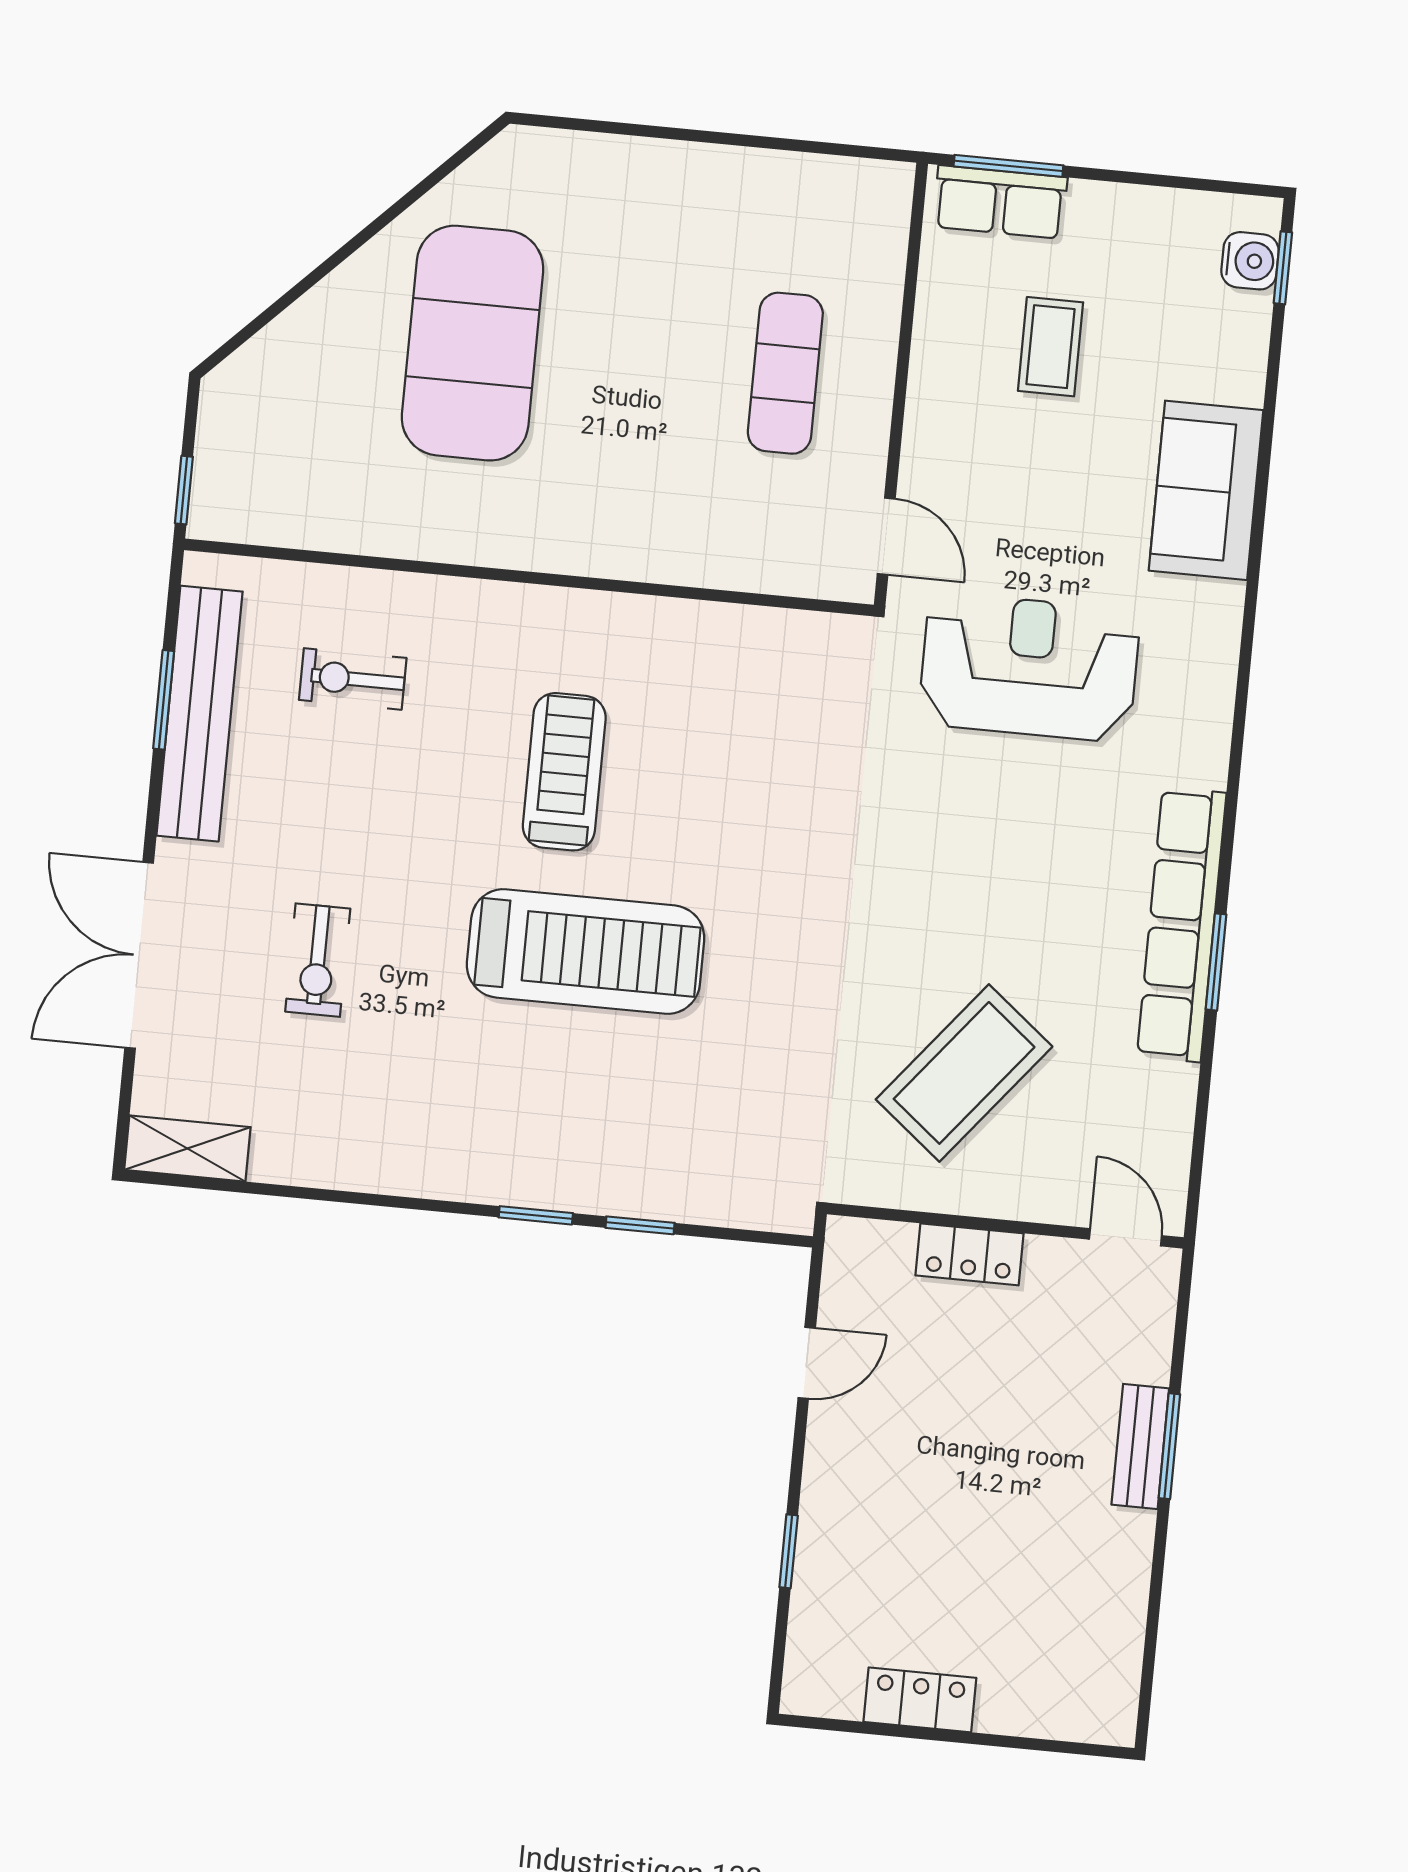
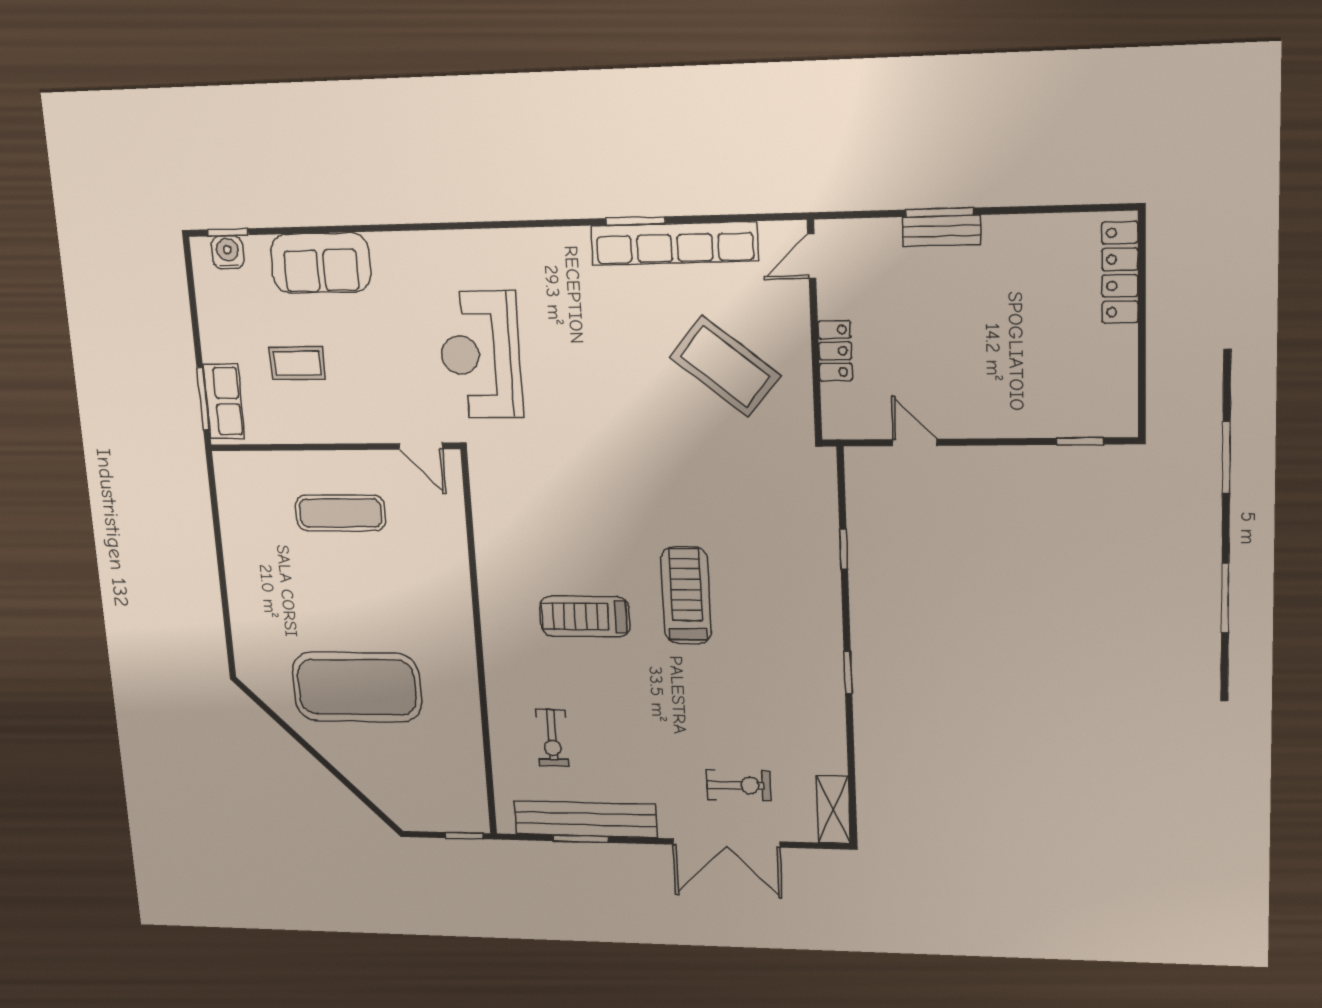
sofa: (1206, 490) -> (321, 263), moved
door: (886, 536) -> (421, 446), swing flipped
row of seats: (1182, 925) -> (674, 243), moved
treadmill: (586, 952) -> (686, 595), width x0.73, depth x0.73
exercise bike: (318, 960) -> (738, 785), moved
window: (536, 1215) -> (848, 672), moved
window: (789, 1551) -> (1080, 441), moved
locker: (920, 1700) -> (1120, 273), moved, width x1.53

